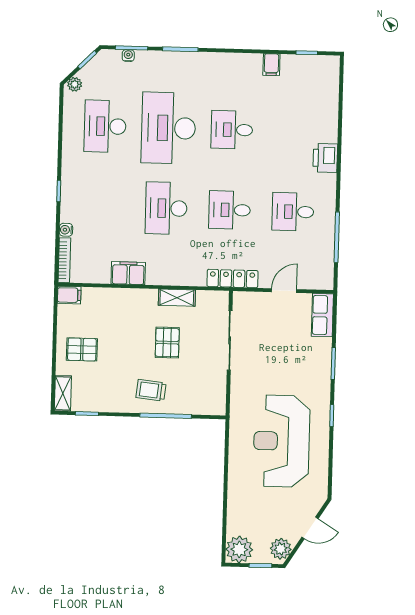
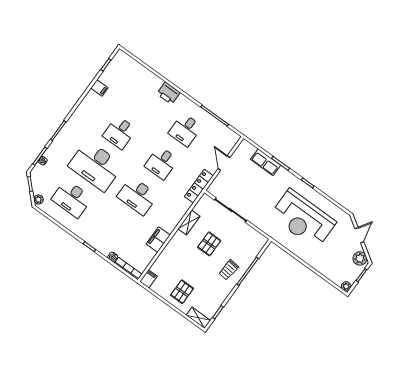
row of seats: (322, 315) -> (266, 162), moved
pallet: (167, 342) -> (209, 244), turned 90
plant: (239, 549) -> (346, 286), width x0.53, depth x0.53

